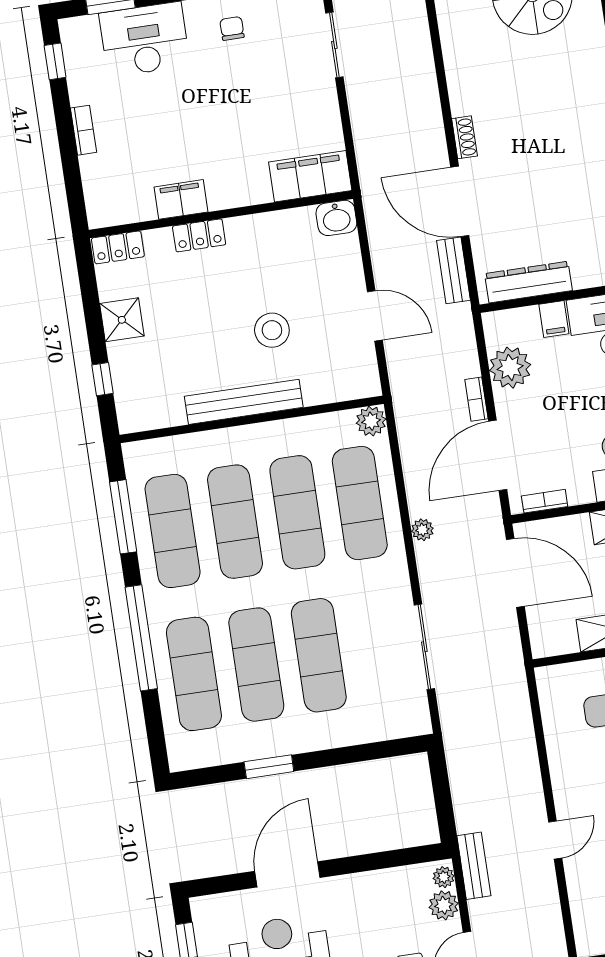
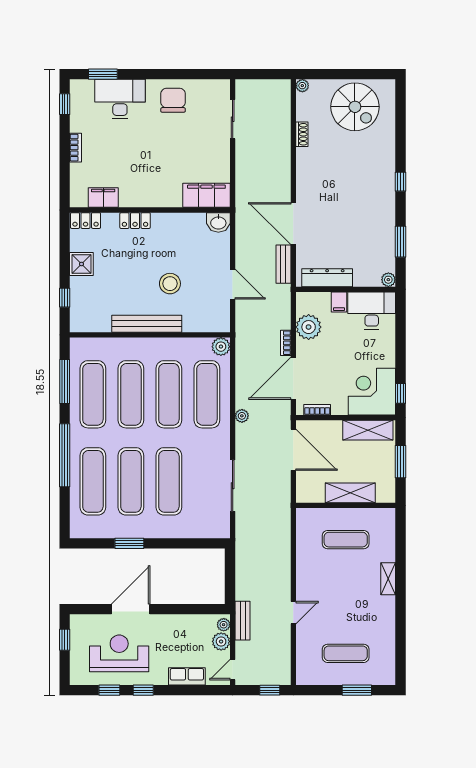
chair: (232, 28) -> (173, 100), width x1.87, depth x1.87
shoe rack: (464, 137) -> (302, 134), moved
filing cabinet: (181, 199) -> (103, 198), moved

